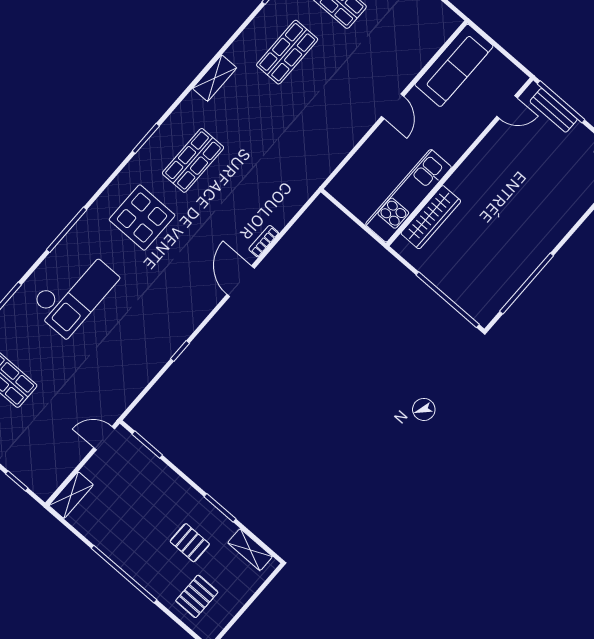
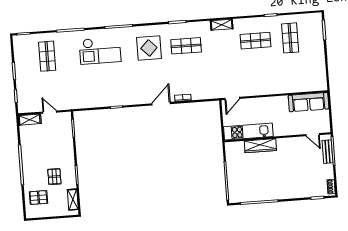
door: (393, 106) -> (232, 98), moved
wardrobe: (431, 217) -> (260, 146), moved
door: (104, 438) -> (50, 112), moved

